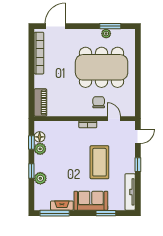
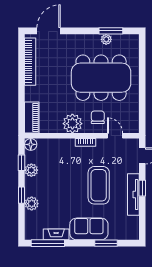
plant: (76, 108) -> (72, 124), added
floor lamp: (40, 137) -> (31, 144), moved
tv unit: (130, 192) -> (133, 195), moved

